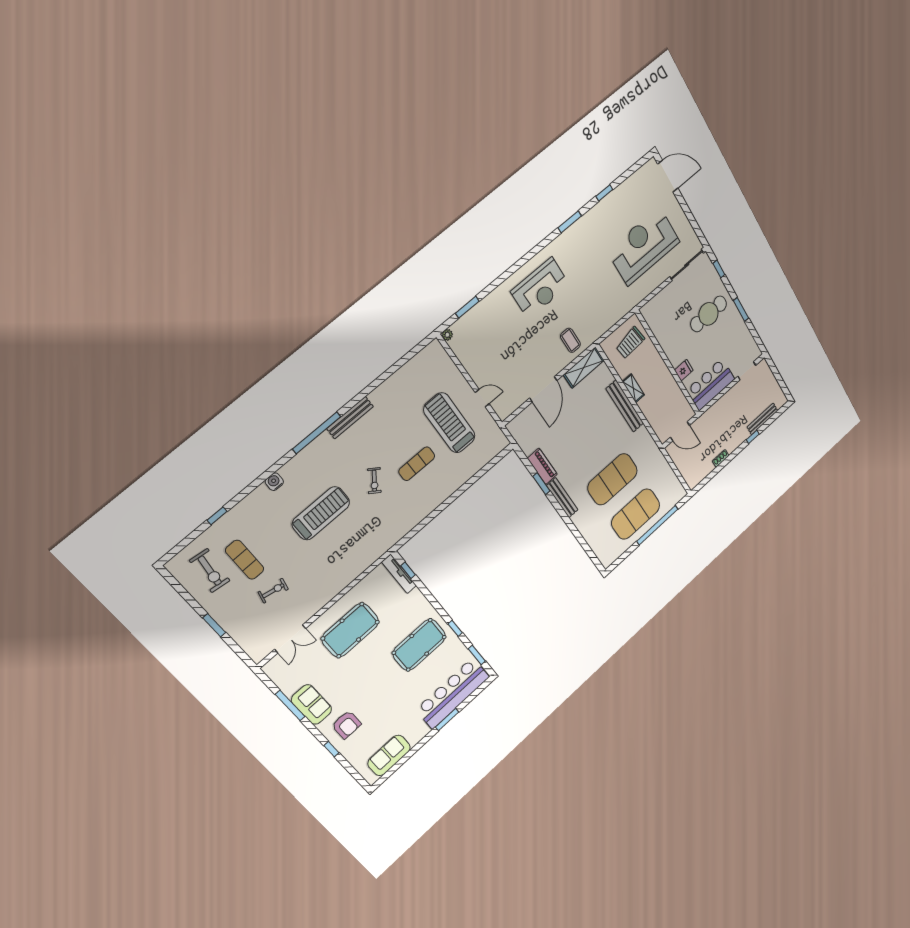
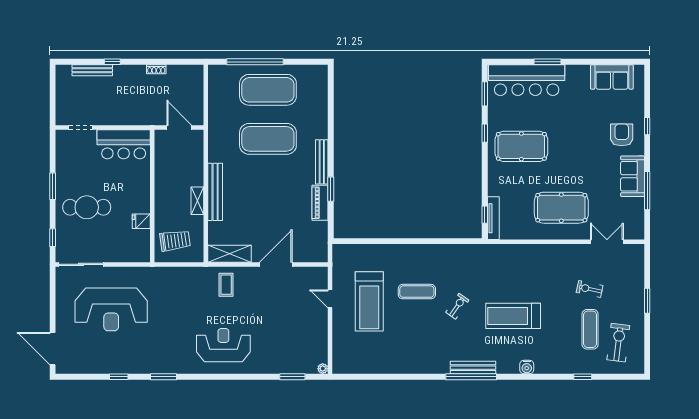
fridge: (684, 370) -> (141, 221), moved
bench: (350, 418) -> (473, 368), moved

